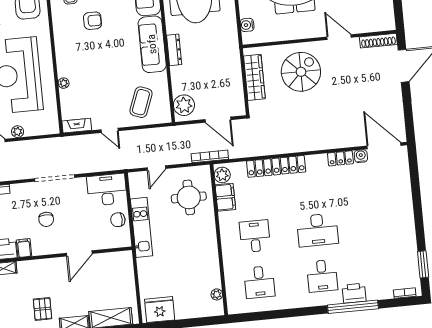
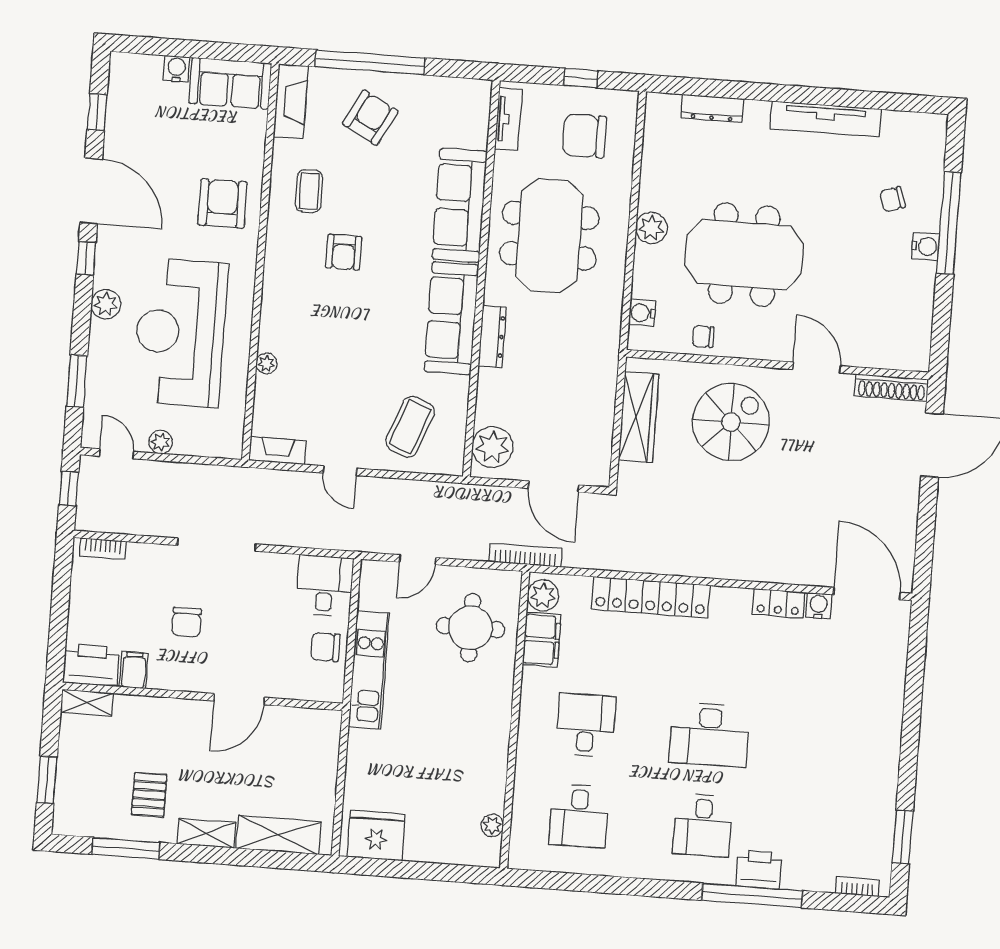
armchair: (92, 21) -> (344, 252), turned 90
chair: (280, 32) -> (703, 337), added
desk: (107, 190) -> (325, 586), width x0.73

